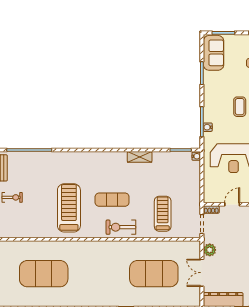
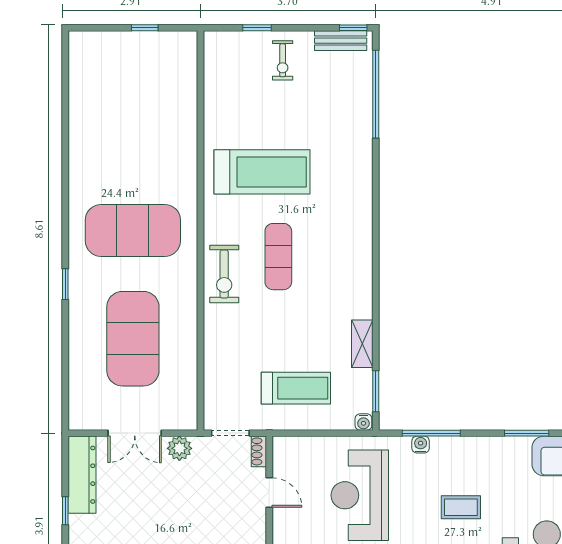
shelving: (140, 157) -> (362, 344), moved
treadmill: (163, 214) -> (296, 388), moved
exercise bike: (121, 227) -> (224, 274), turned 180
double door: (202, 273) -> (135, 433), swing flipped
exercise mat: (44, 274) -> (133, 230), moved, turned 90

